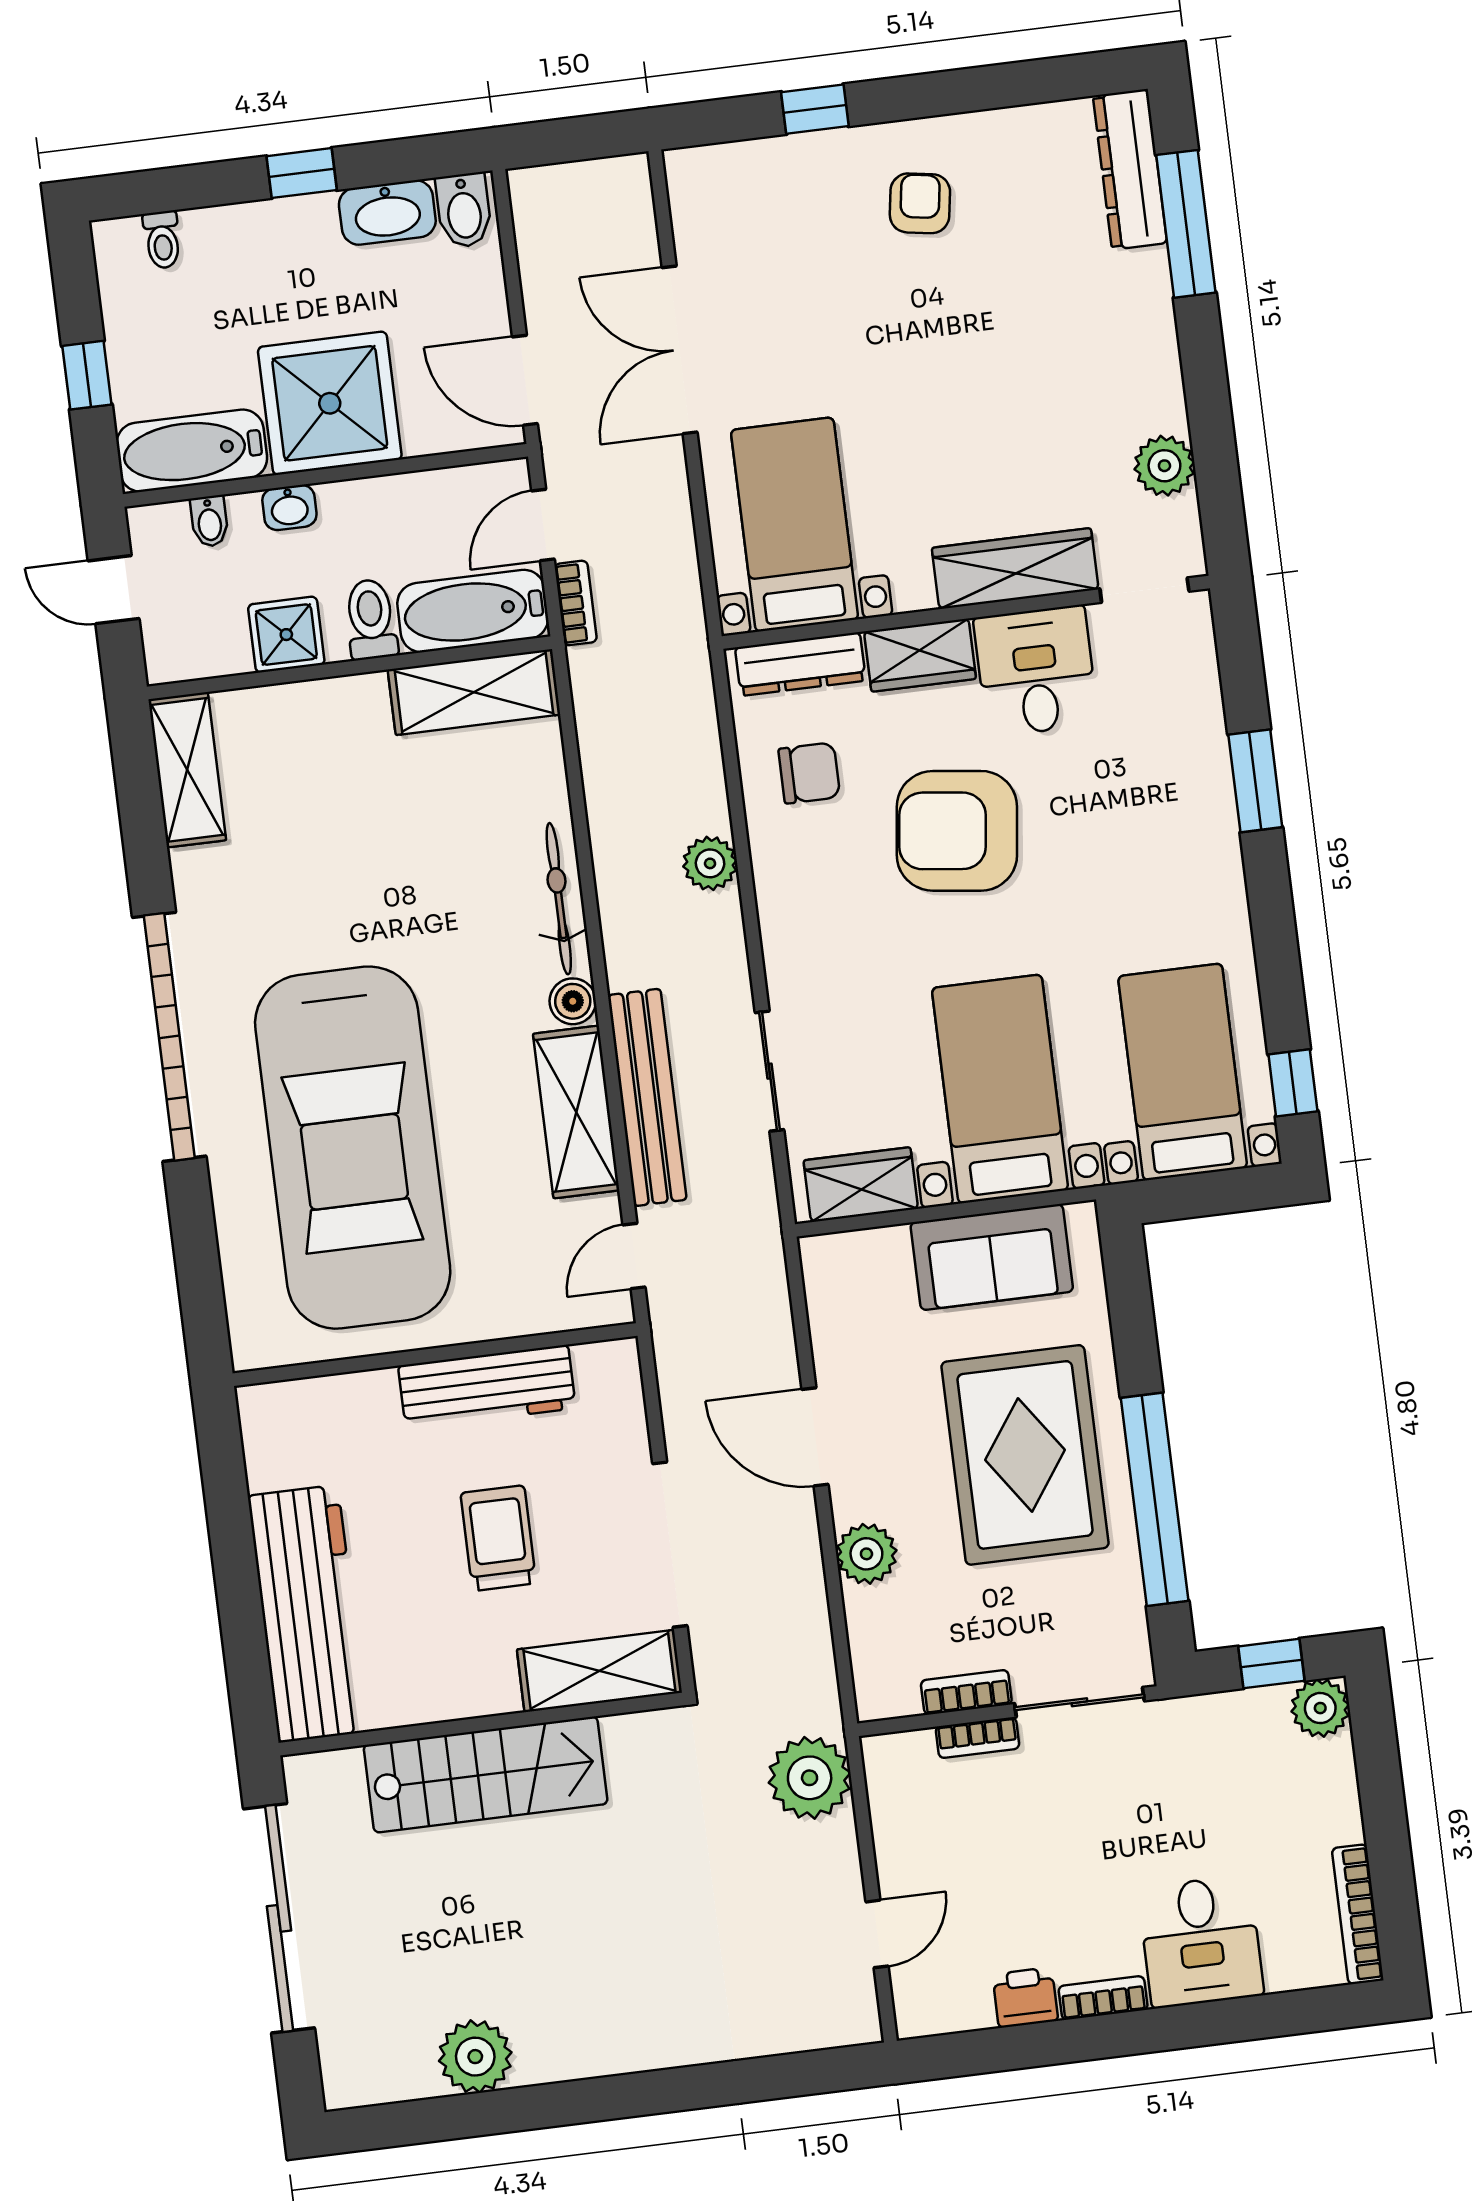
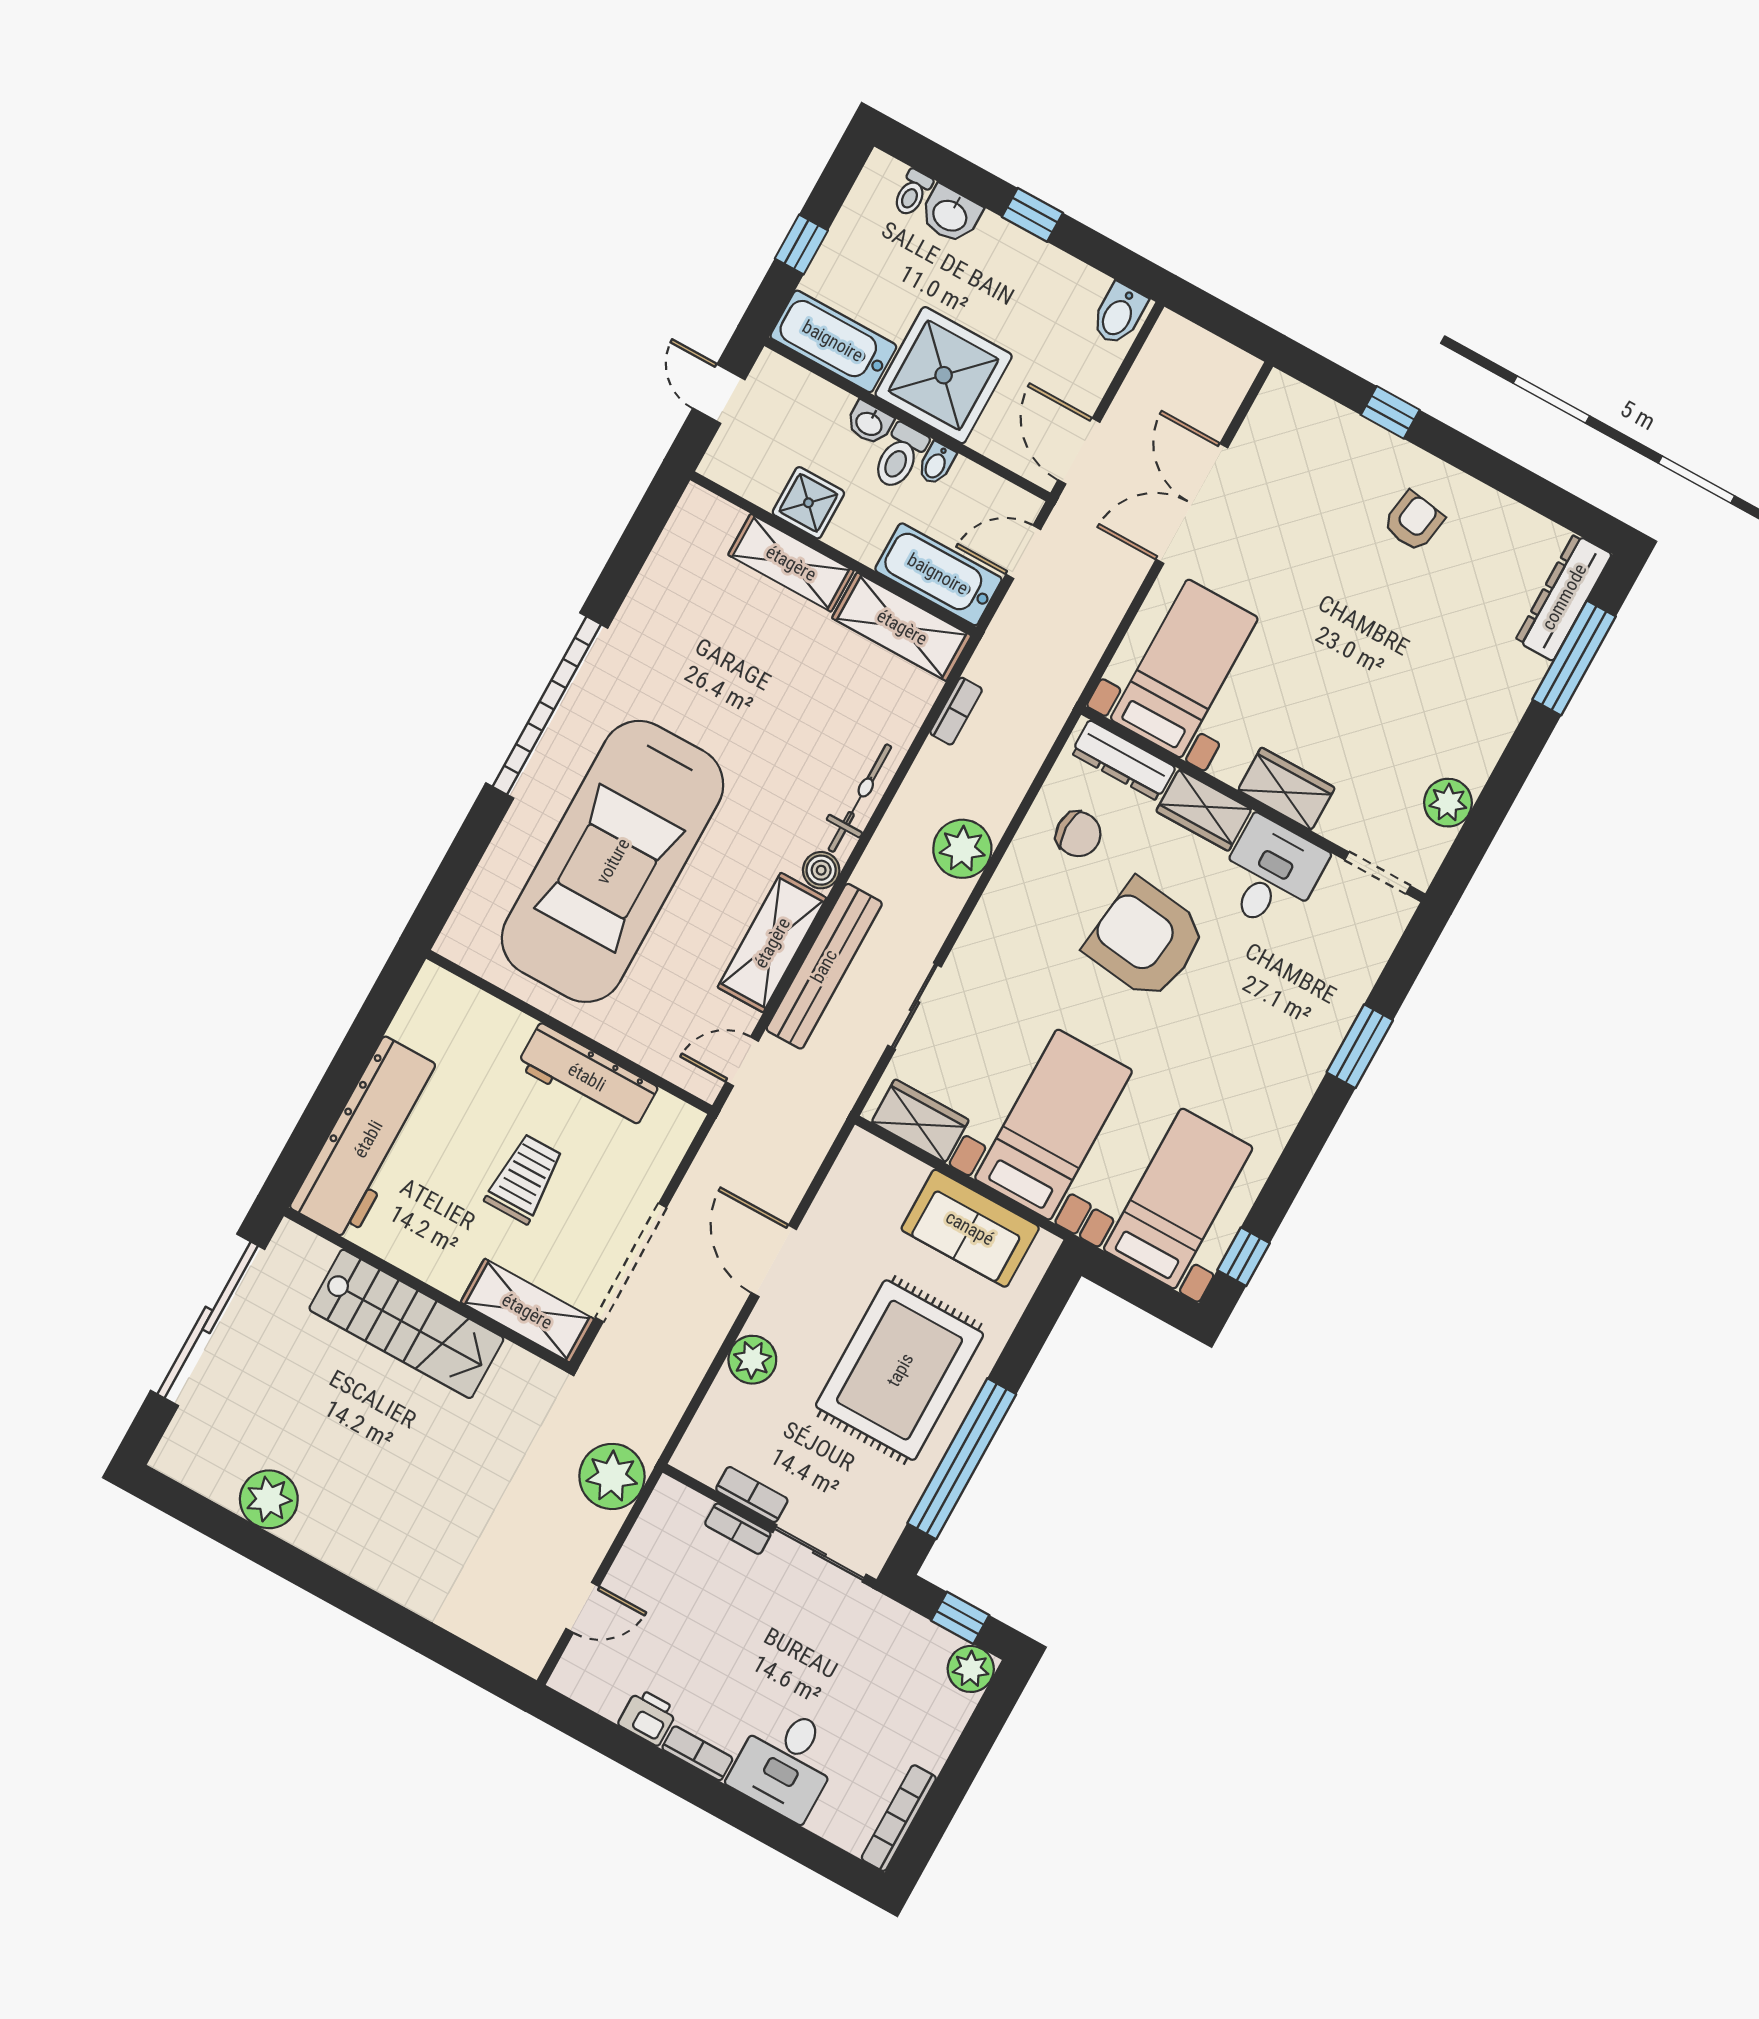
washbasin: (387, 212) -> (950, 215), moved, width x0.72
bidet: (209, 521) -> (936, 463), moved
wardrobe: (1015, 569) -> (1286, 789), width x0.67
bookcase: (576, 603) -> (956, 711), moved
toilet: (371, 619) -> (900, 456), moved, turned 180
shelving: (187, 770) -> (791, 563), moved, turned 90
plant: (710, 863) -> (962, 849), width x1.36, depth x1.36

